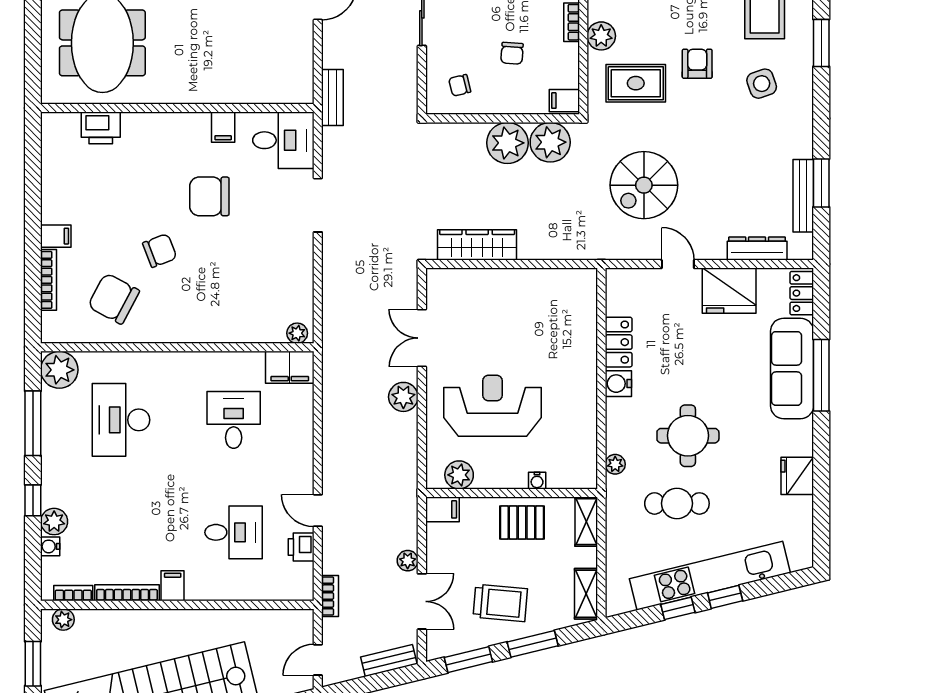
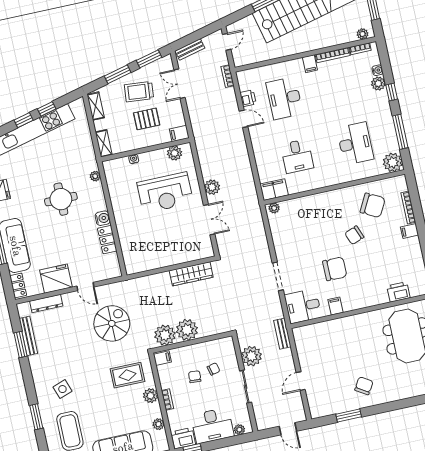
armchair: (697, 64) -> (98, 392), removed
chair: (460, 85) -> (214, 369), moved
cafe table: (677, 503) -> (59, 163), removed
pallet: (522, 523) -> (147, 119), moved
desk: (234, 532) -> (284, 98), width x1.37
plant: (408, 561) -> (251, 356), moved, width x1.87, depth x1.87

